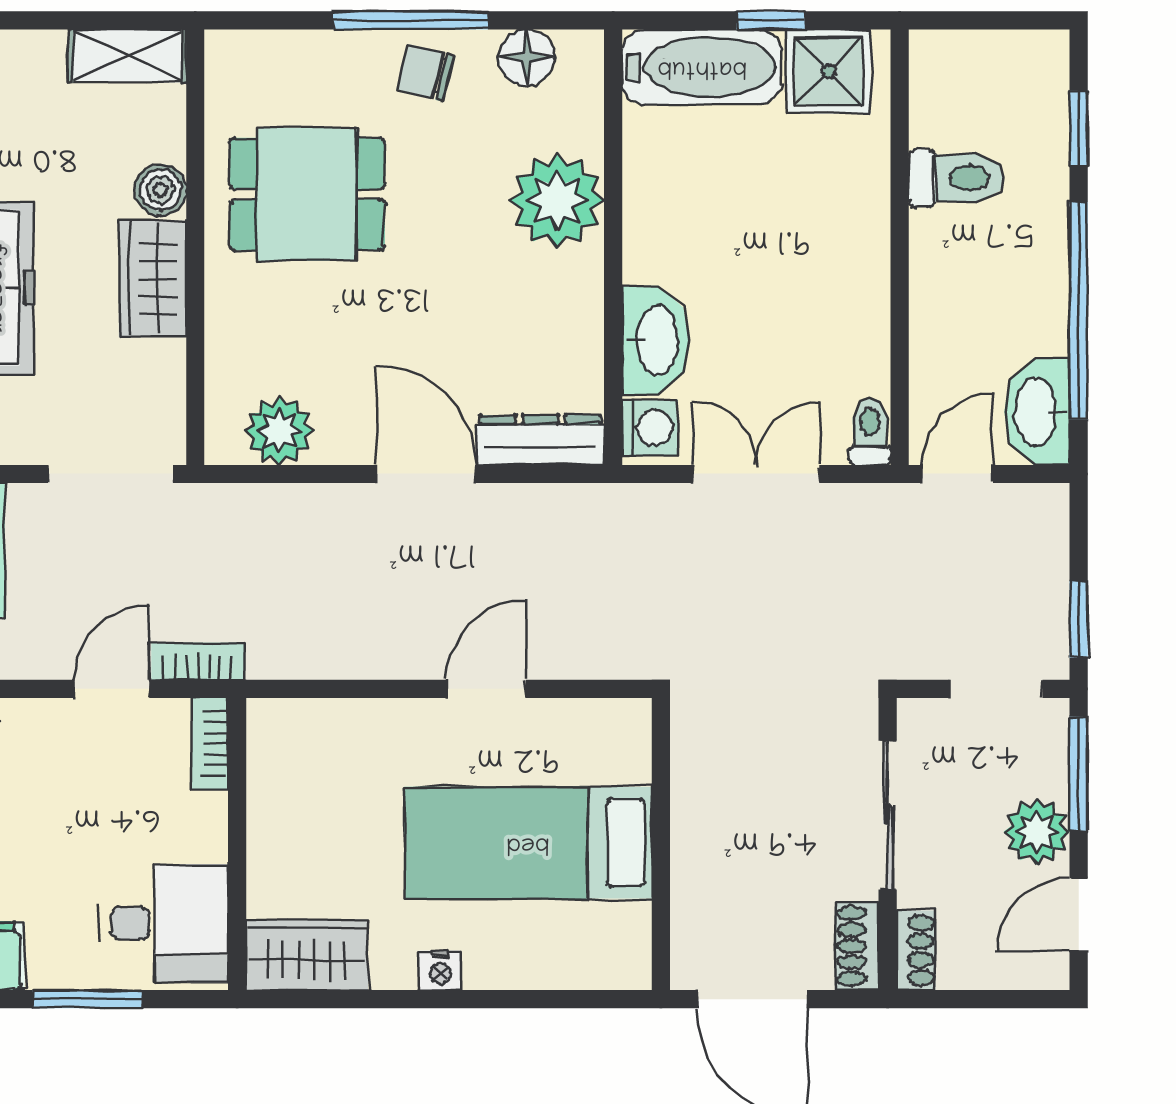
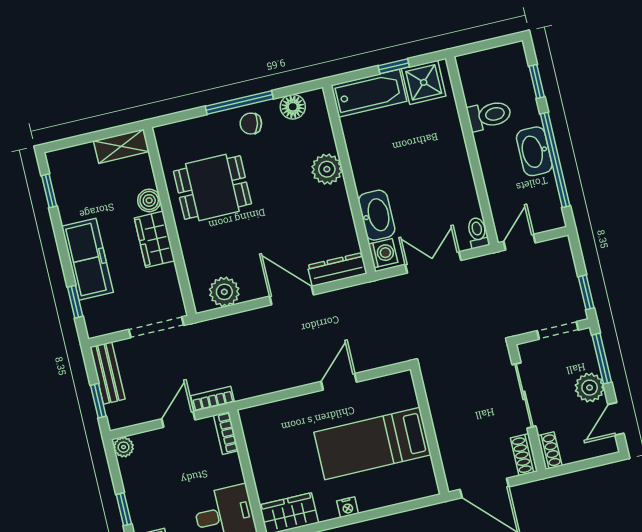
plant: (557, 200) -> (327, 169), width x0.73, depth x0.73
washbasin: (1037, 412) -> (534, 151), moved

